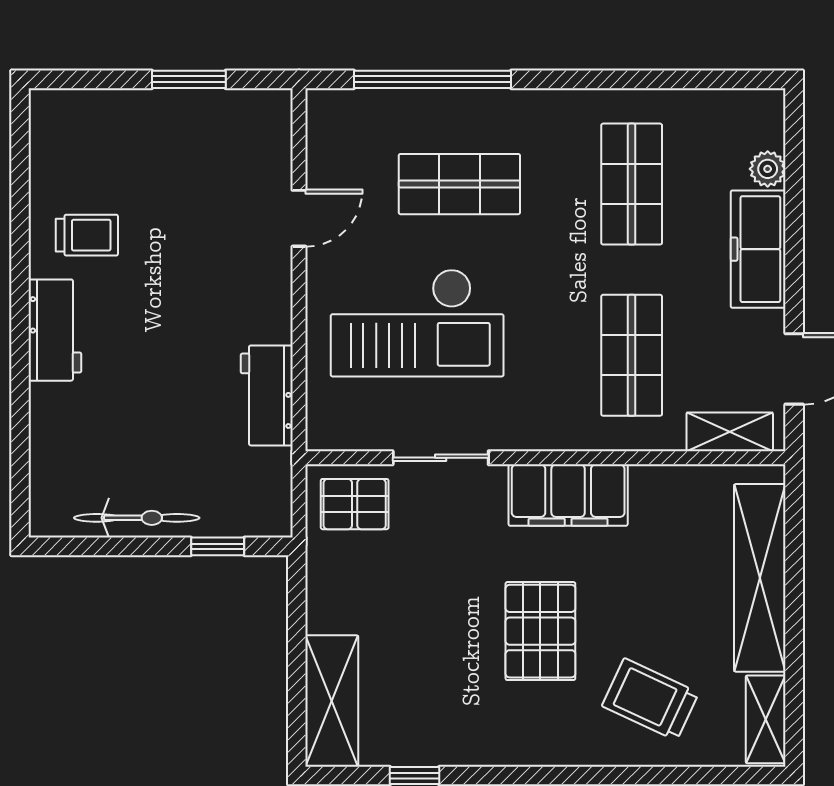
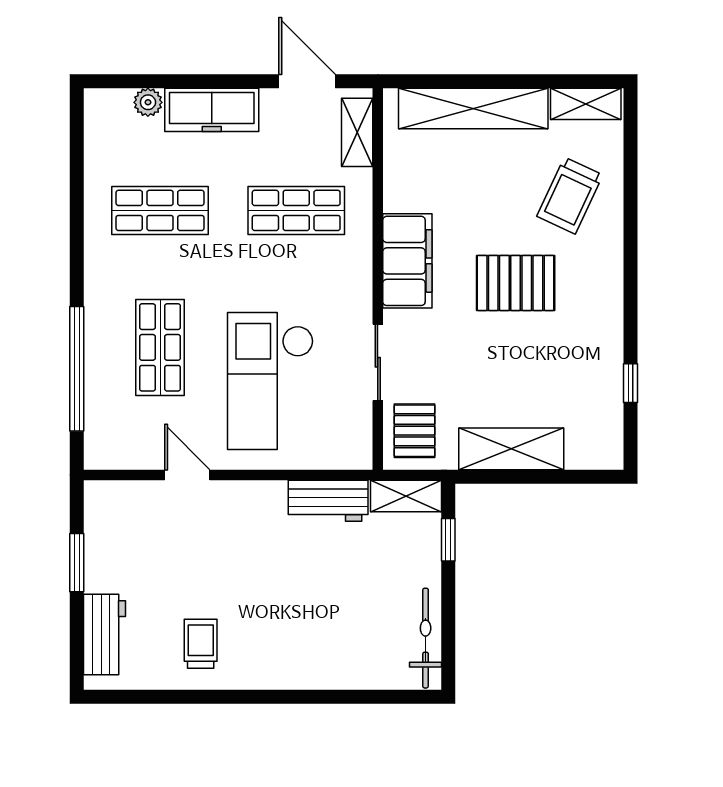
checkout: (417, 323) -> (270, 381), turned 180
workbench: (55, 330) -> (105, 634), moved, turned 90
shelving: (273, 493) -> (406, 496), added
bicycle: (137, 518) -> (426, 638), moved
shelving: (332, 701) -> (511, 449), moved

